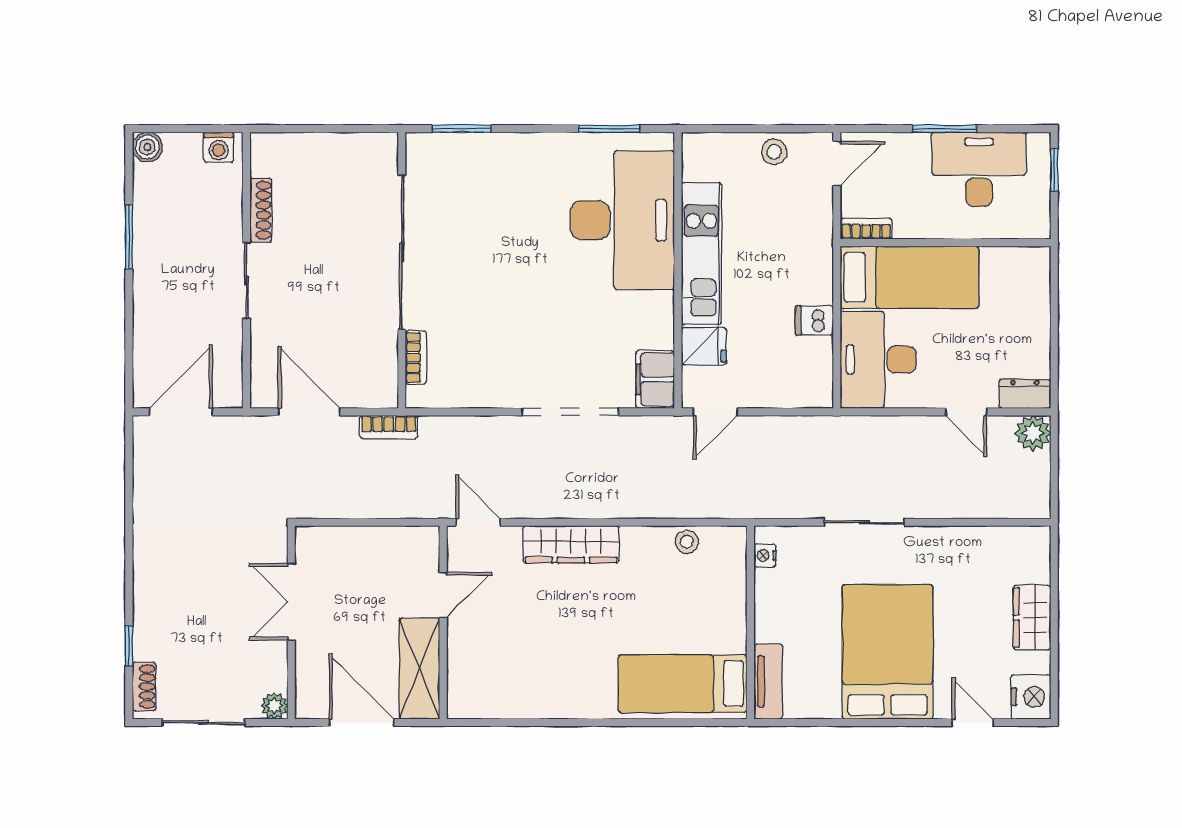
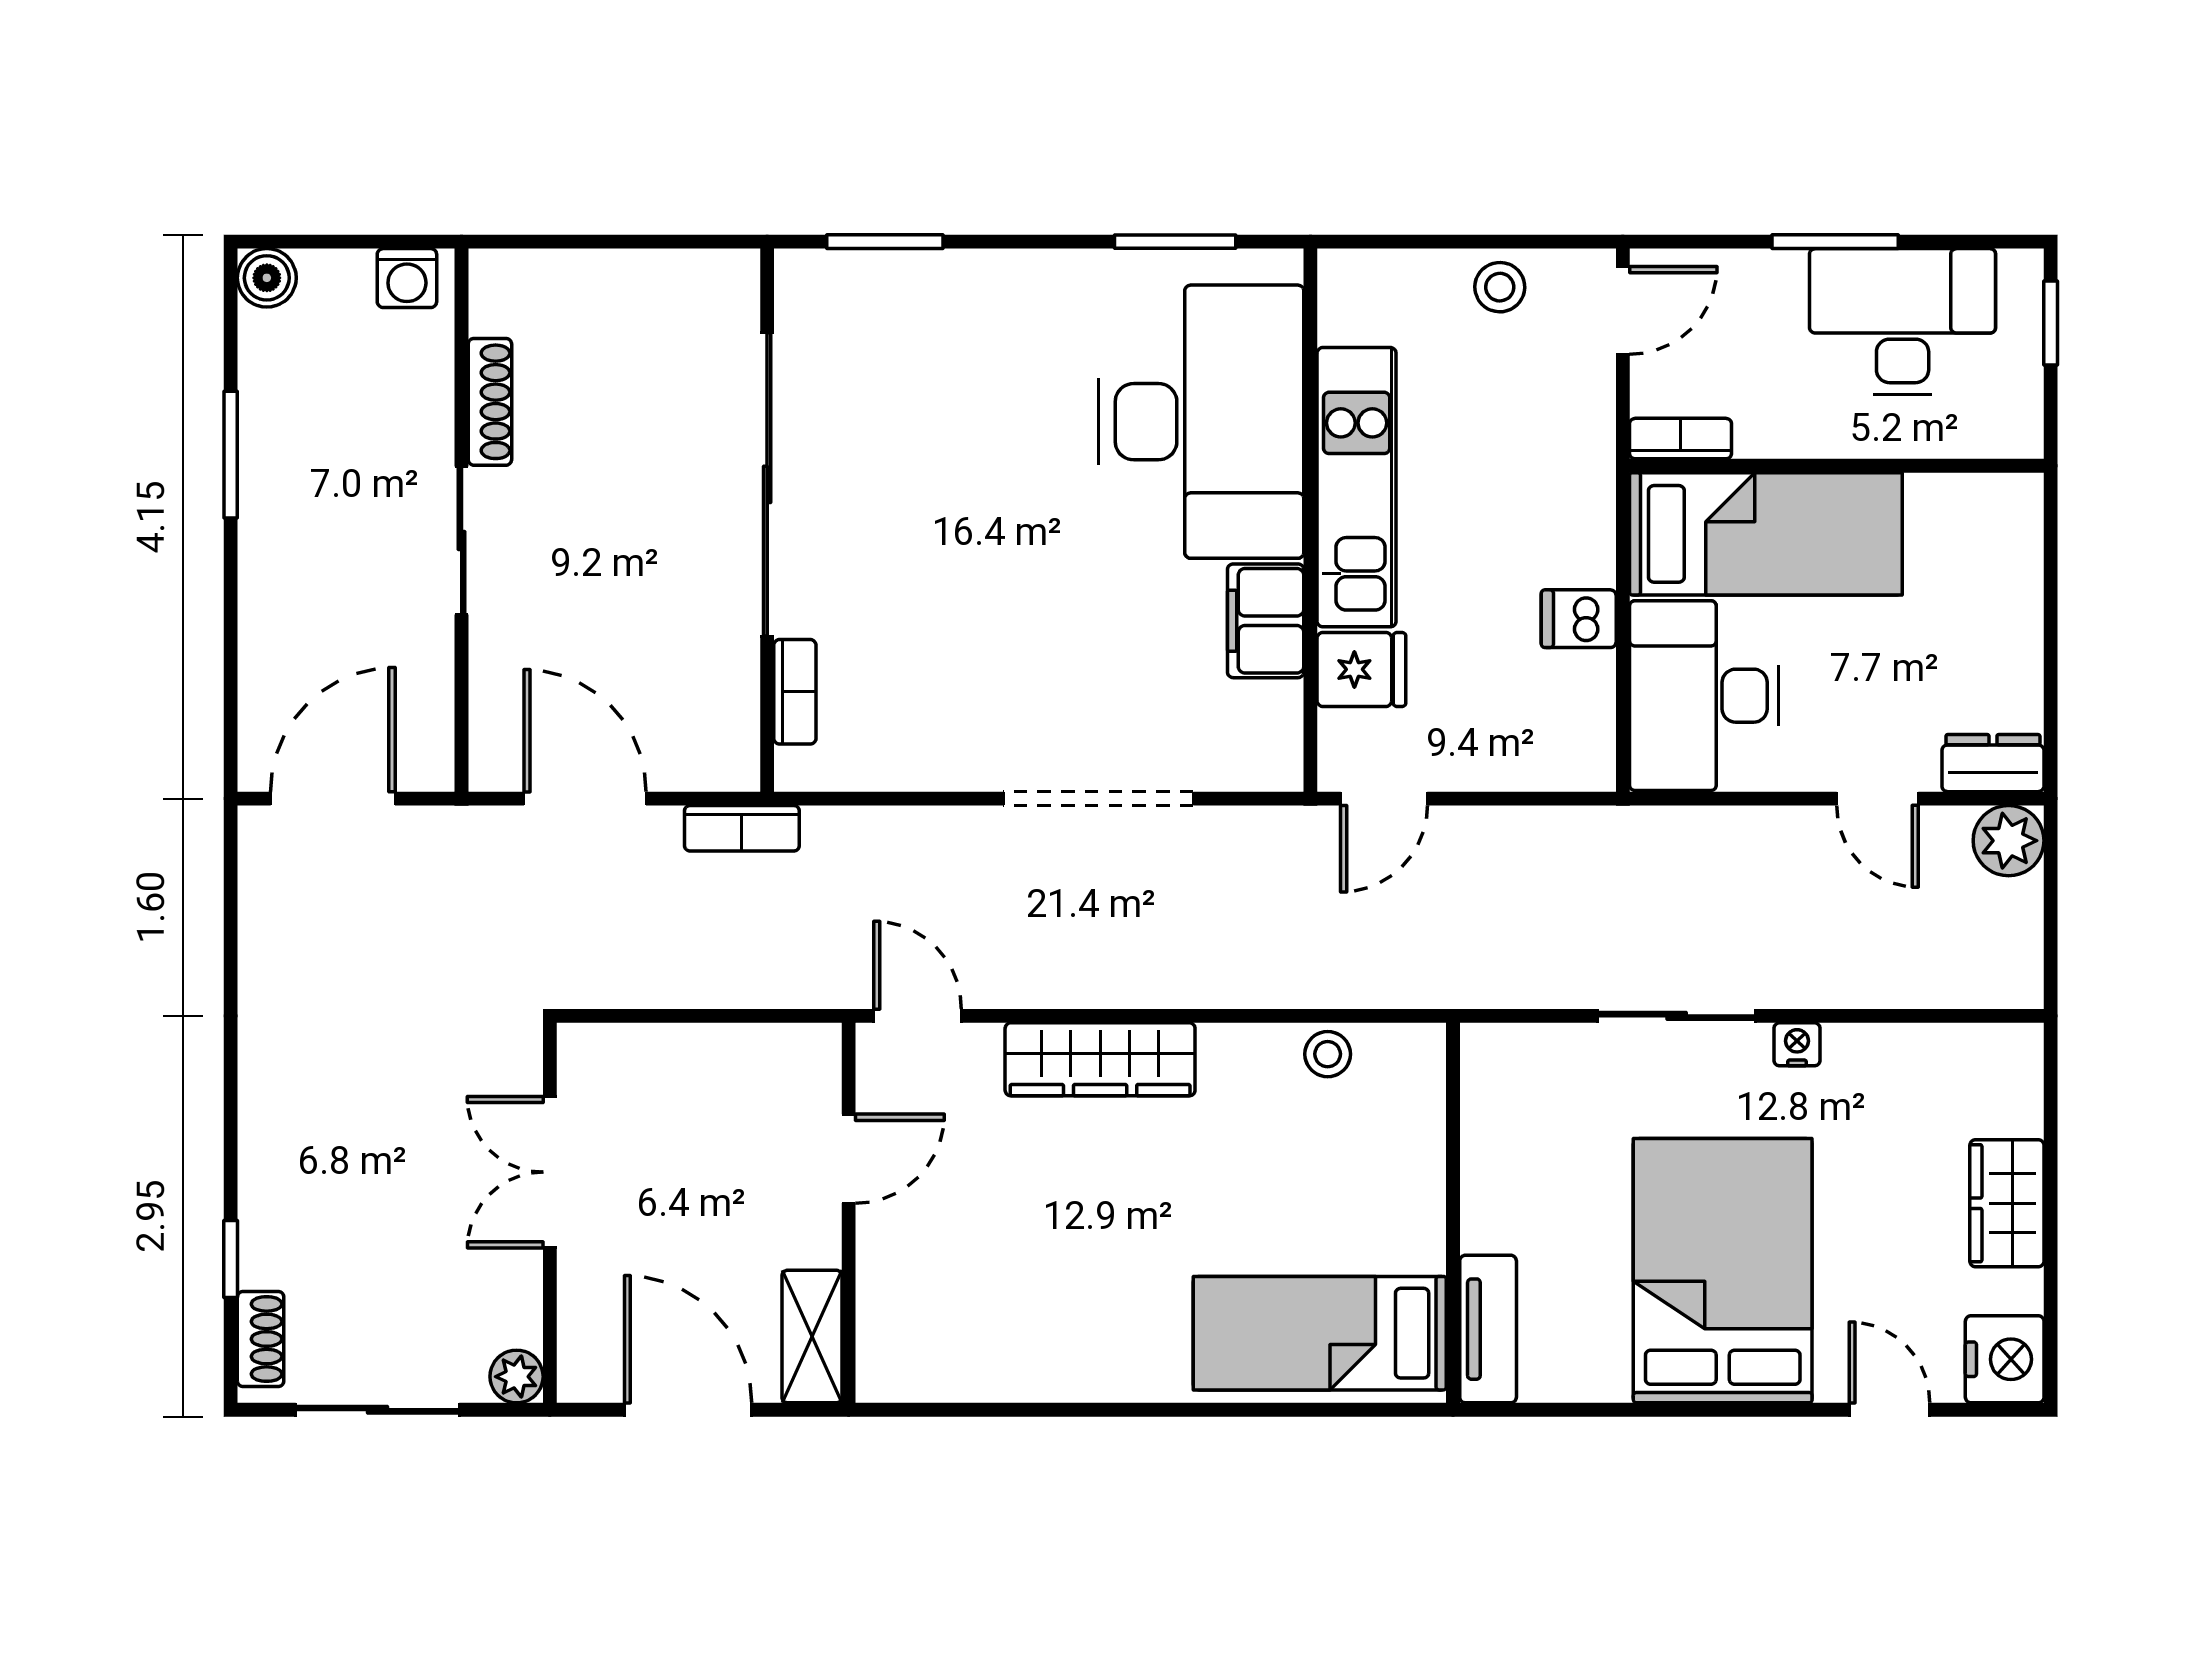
filing cabinet: (655, 379) -> (1266, 621), moved
nightstand: (765, 555) -> (1797, 1044), moved, turned 90
shelving: (419, 668) -> (812, 1337), width x0.67, depth x0.75

